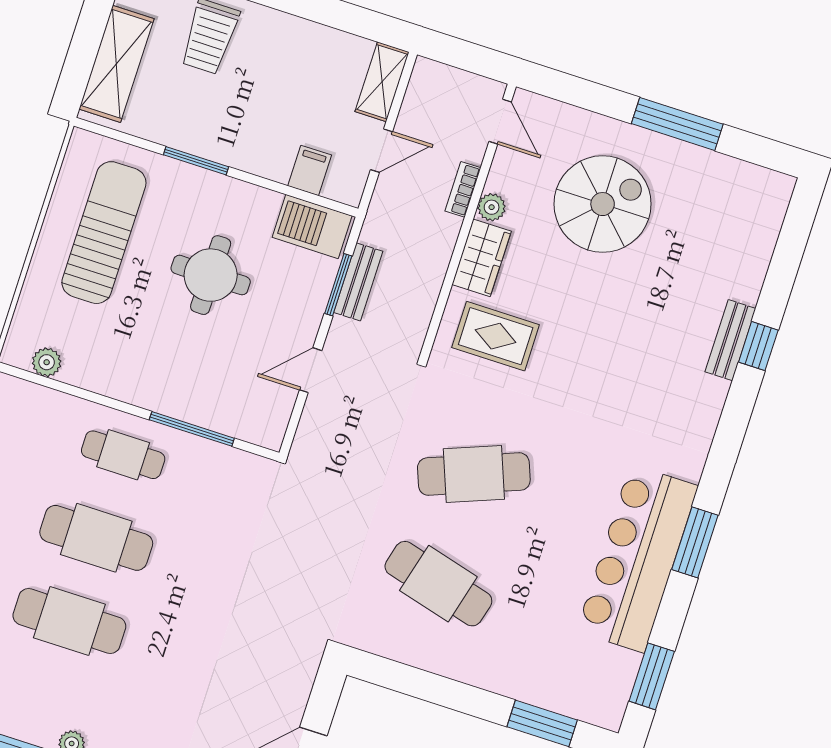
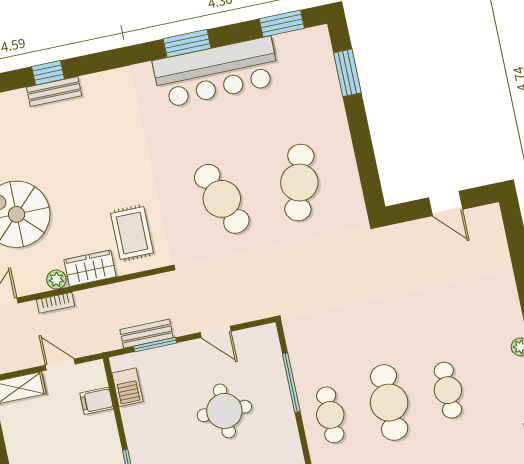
barbecue: (312, 226) -> (127, 387), width x0.73, depth x0.79
round table: (211, 275) -> (224, 411), moved
cafe table: (69, 621) -> (448, 390), width x0.73, depth x0.74

